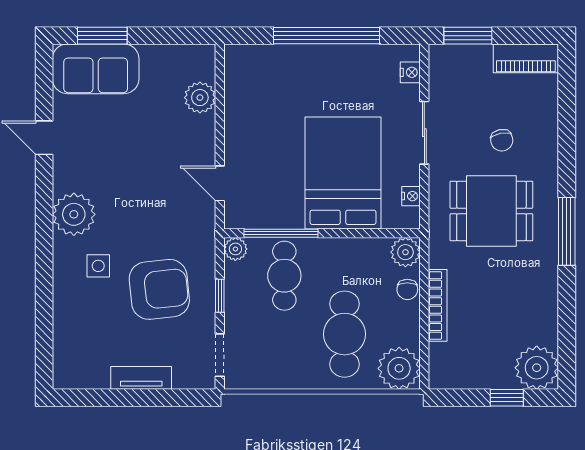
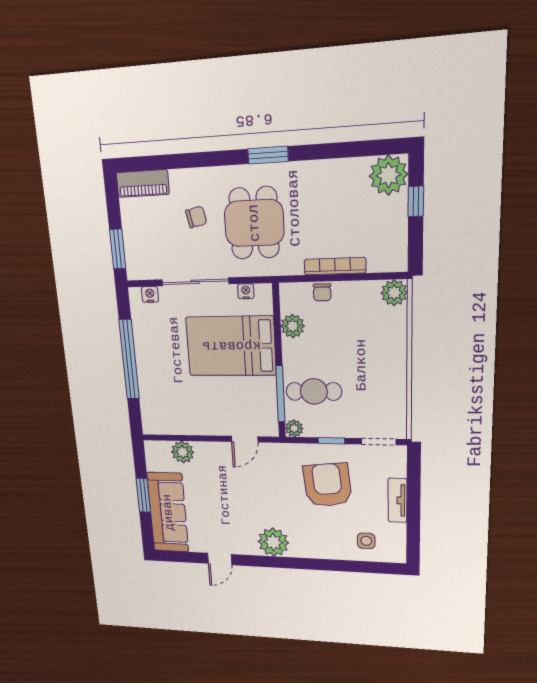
window: (102, 36) -> (143, 495), moved
piano: (526, 58) -> (143, 184), moved, turned 90
sofa: (96, 69) -> (168, 512), width x1.36
sliding door: (424, 133) -> (195, 282), width x1.37
window: (567, 231) -> (268, 155), width x0.69
plant: (405, 252) -> (293, 326), moved
side table: (98, 266) -> (366, 541), moved
chair: (407, 289) -> (322, 292), turned 90
cafe table: (345, 334) -> (361, 344), removed
plant: (399, 368) -> (394, 293), width x0.73, depth x0.73

